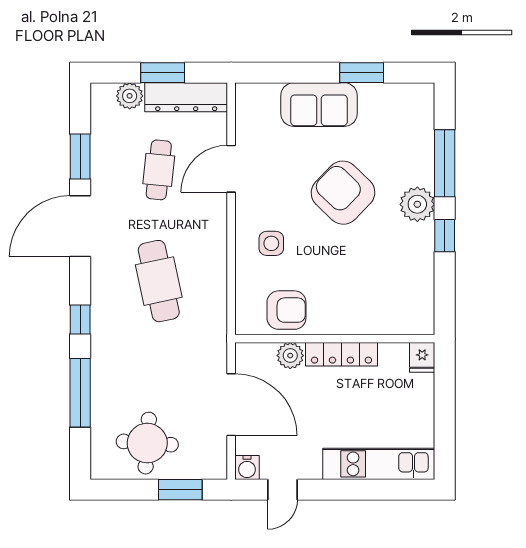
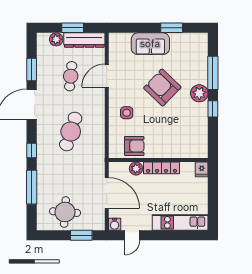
cafe table: (159, 281) -> (71, 131), turned 30

